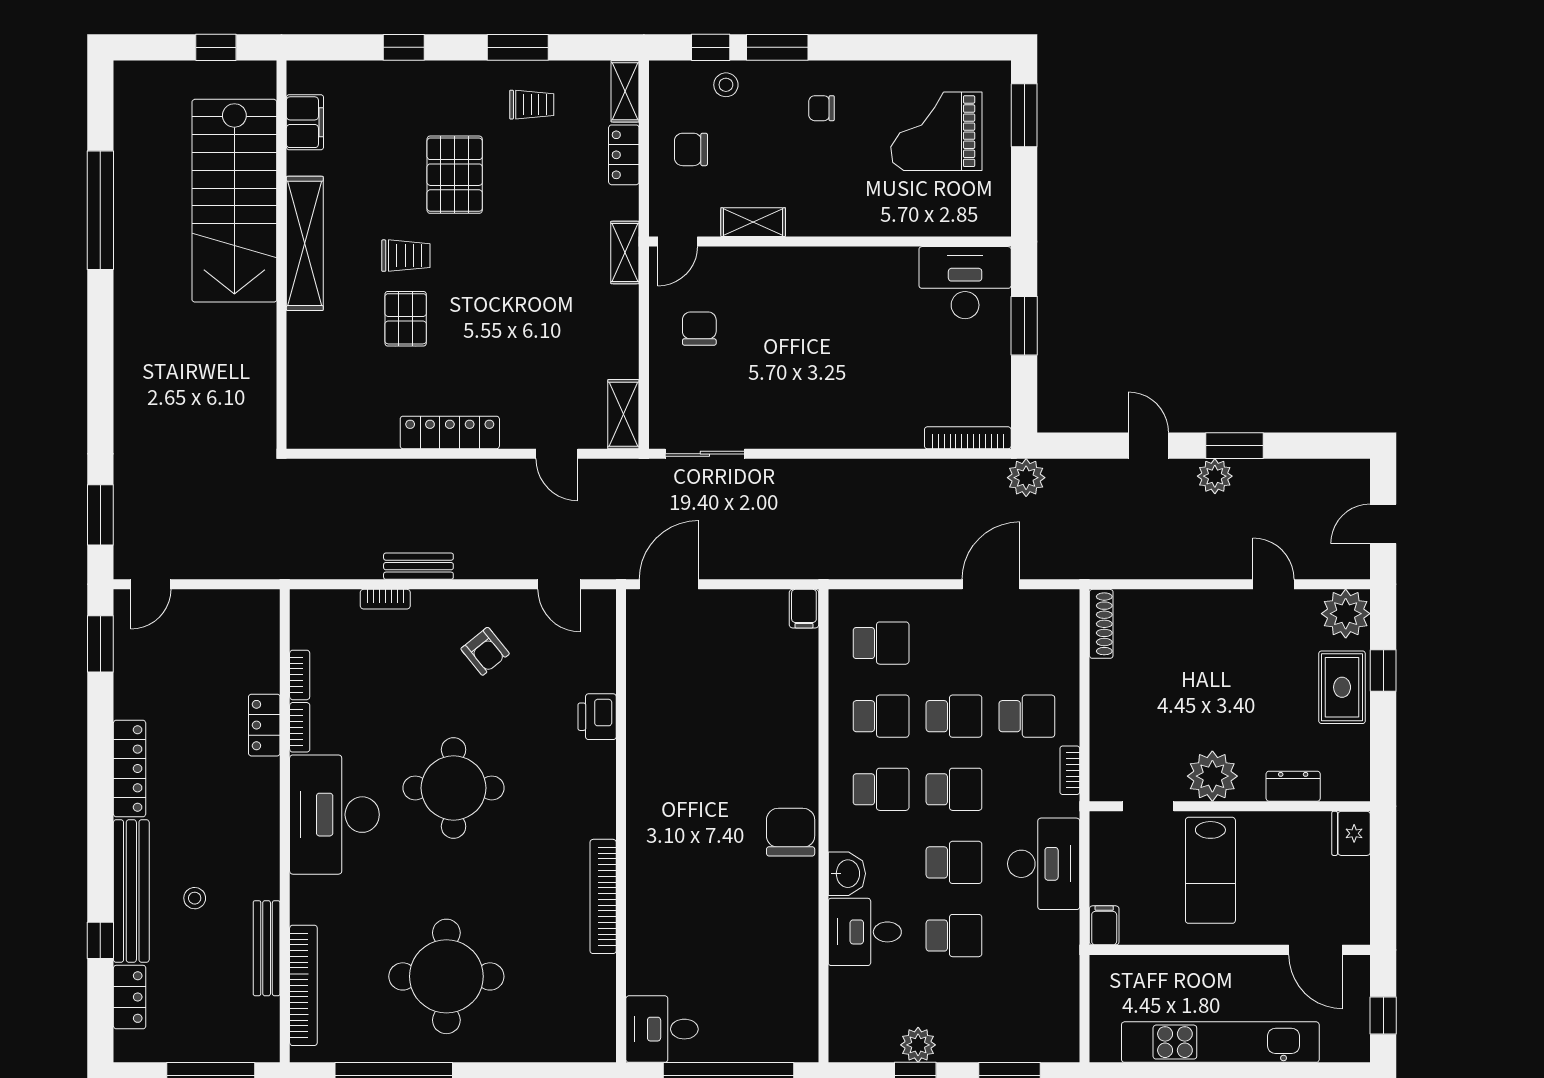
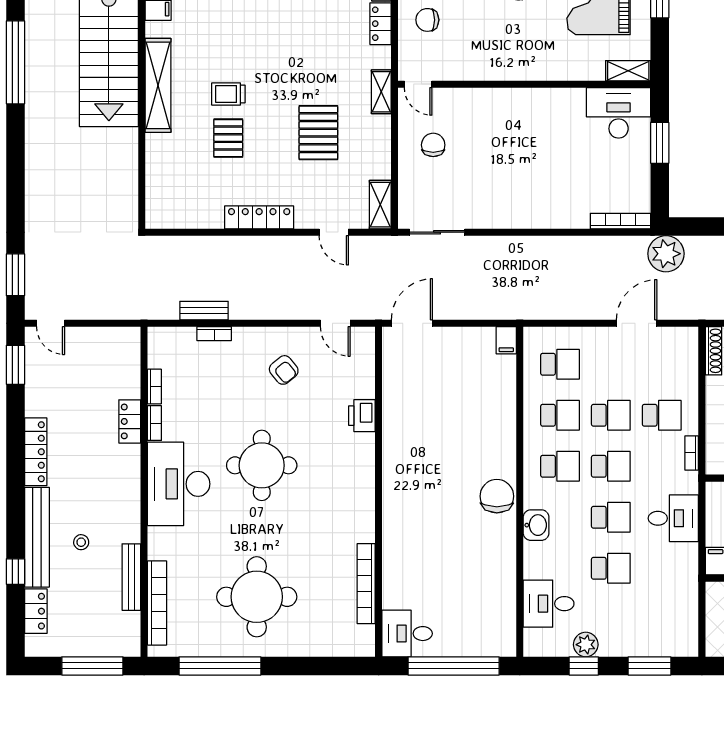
pallet: (455, 175) -> (318, 133), moved
shelving: (753, 222) -> (628, 71), moved
door: (678, 242) -> (418, 84), hinge flipped
trolley: (406, 256) -> (228, 94), turned 180
plant: (1026, 478) -> (666, 254), width x1.36, depth x1.36
bench: (418, 566) -> (204, 311), moved
door: (151, 584) -> (51, 323), hinge flipped
desk: (1044, 864) -> (673, 518), width x0.73
bookcase: (603, 896) -> (366, 584), moved
desk: (865, 932) -> (549, 604), moved

